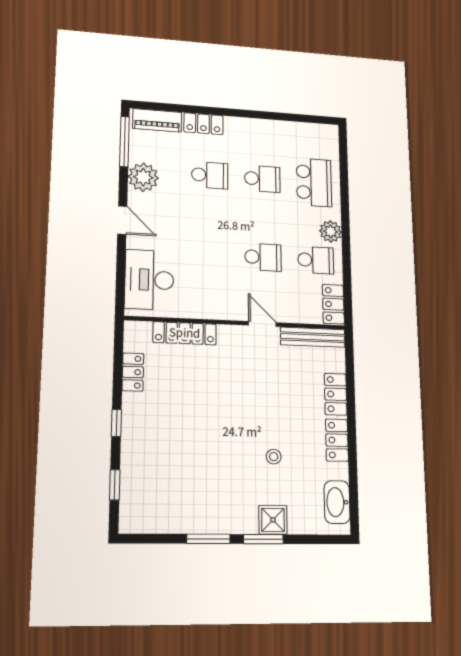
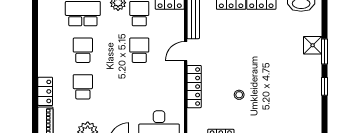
locker: (185, 333) -> (194, 87), moved
stool: (274, 457) -> (239, 95), moved
window: (208, 539) -> (324, 86), width x0.67

